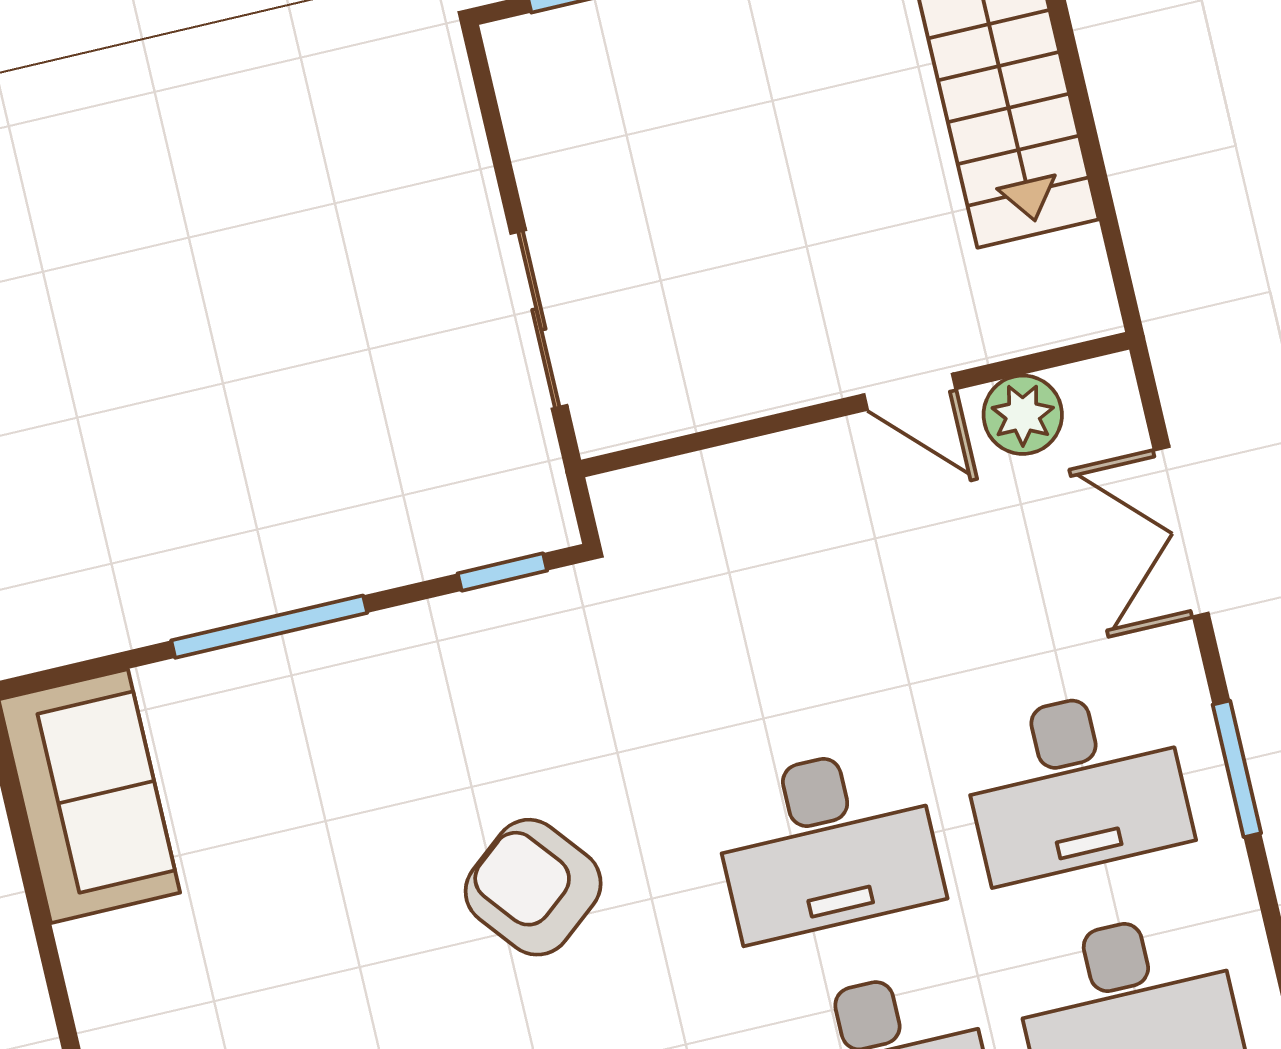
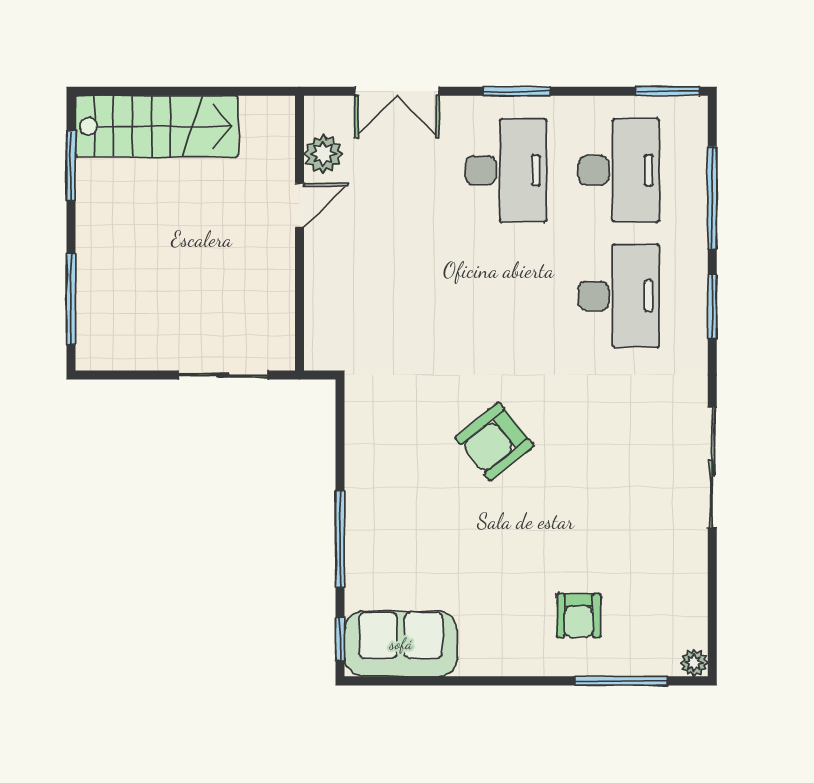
window: (502, 572) -> (340, 639), moved
desk: (827, 842) -> (506, 296), removed

